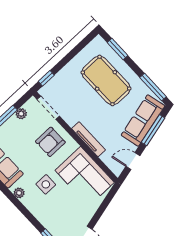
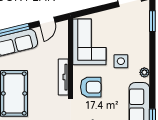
tv unit: (89, 139) -> (63, 77), moved
door: (133, 161) -> (47, 22), hinge flipped

